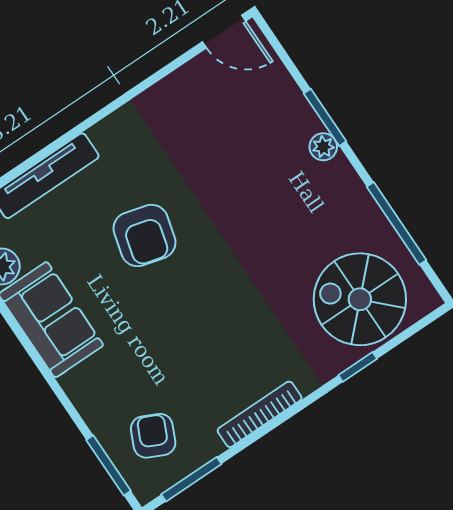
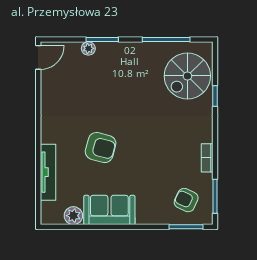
plant: (323, 147) -> (88, 48), moved
bookcase: (260, 414) -> (207, 158), width x0.64

